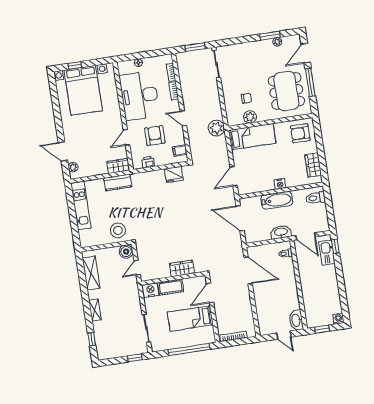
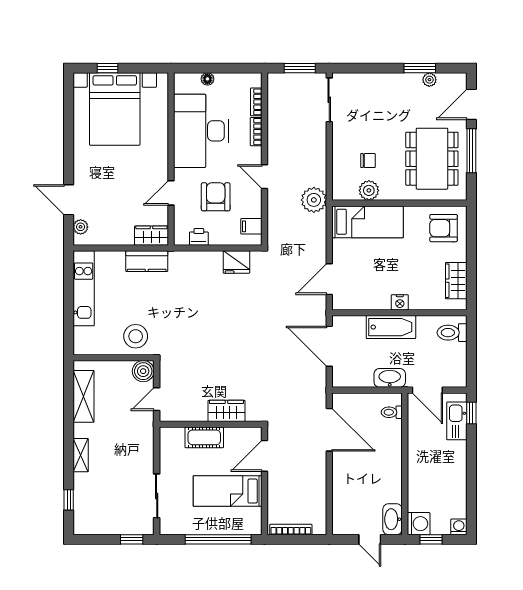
nightstand: (151, 290) -> (172, 437), removed
washing machine: (313, 321) -> (419, 524), added

